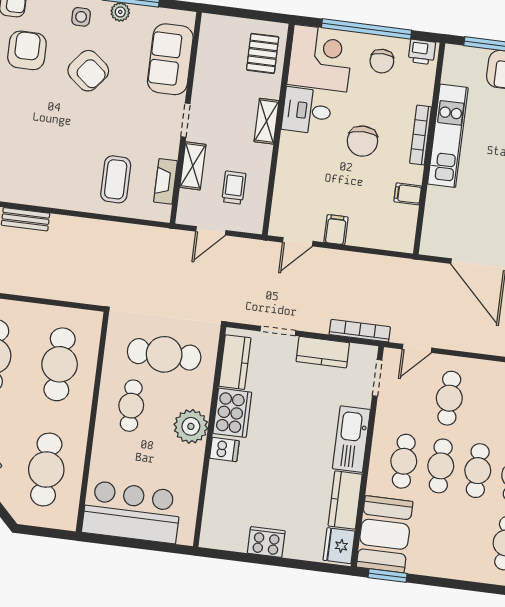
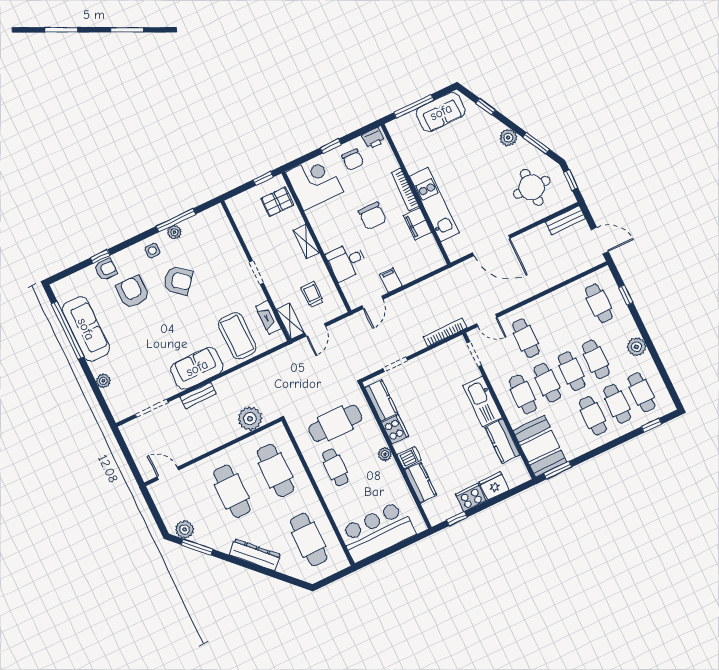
window: (264, 16) -> (263, 178), added
window: (366, 29) -> (331, 146), width x0.32
pallet: (263, 53) -> (277, 202), turned 90
sofa: (170, 59) -> (197, 368), moved, turned 90
desk: (307, 111) -> (347, 261), moved
kitchen unit: (448, 136) -> (434, 204), moved
shelving: (193, 166) -> (290, 321), moved
coffee table: (116, 179) -> (237, 336), width x1.36, depth x1.32
filing cabinet: (408, 194) -> (417, 224), width x2.00
plant: (69, 285) -> (250, 419), added
door: (417, 348) -> (487, 321), hinge flipped
kitchen counter: (323, 352) -> (420, 482), moved, turned -90
cooker: (232, 413) -> (395, 429), width x0.73, depth x0.76
plant: (191, 426) -> (385, 454), width x0.53, depth x0.53
cafe table: (469, 538) -> (593, 416), added
fridge: (339, 546) -> (494, 486), moved, turned 90
window: (234, 556) -> (457, 519), added

